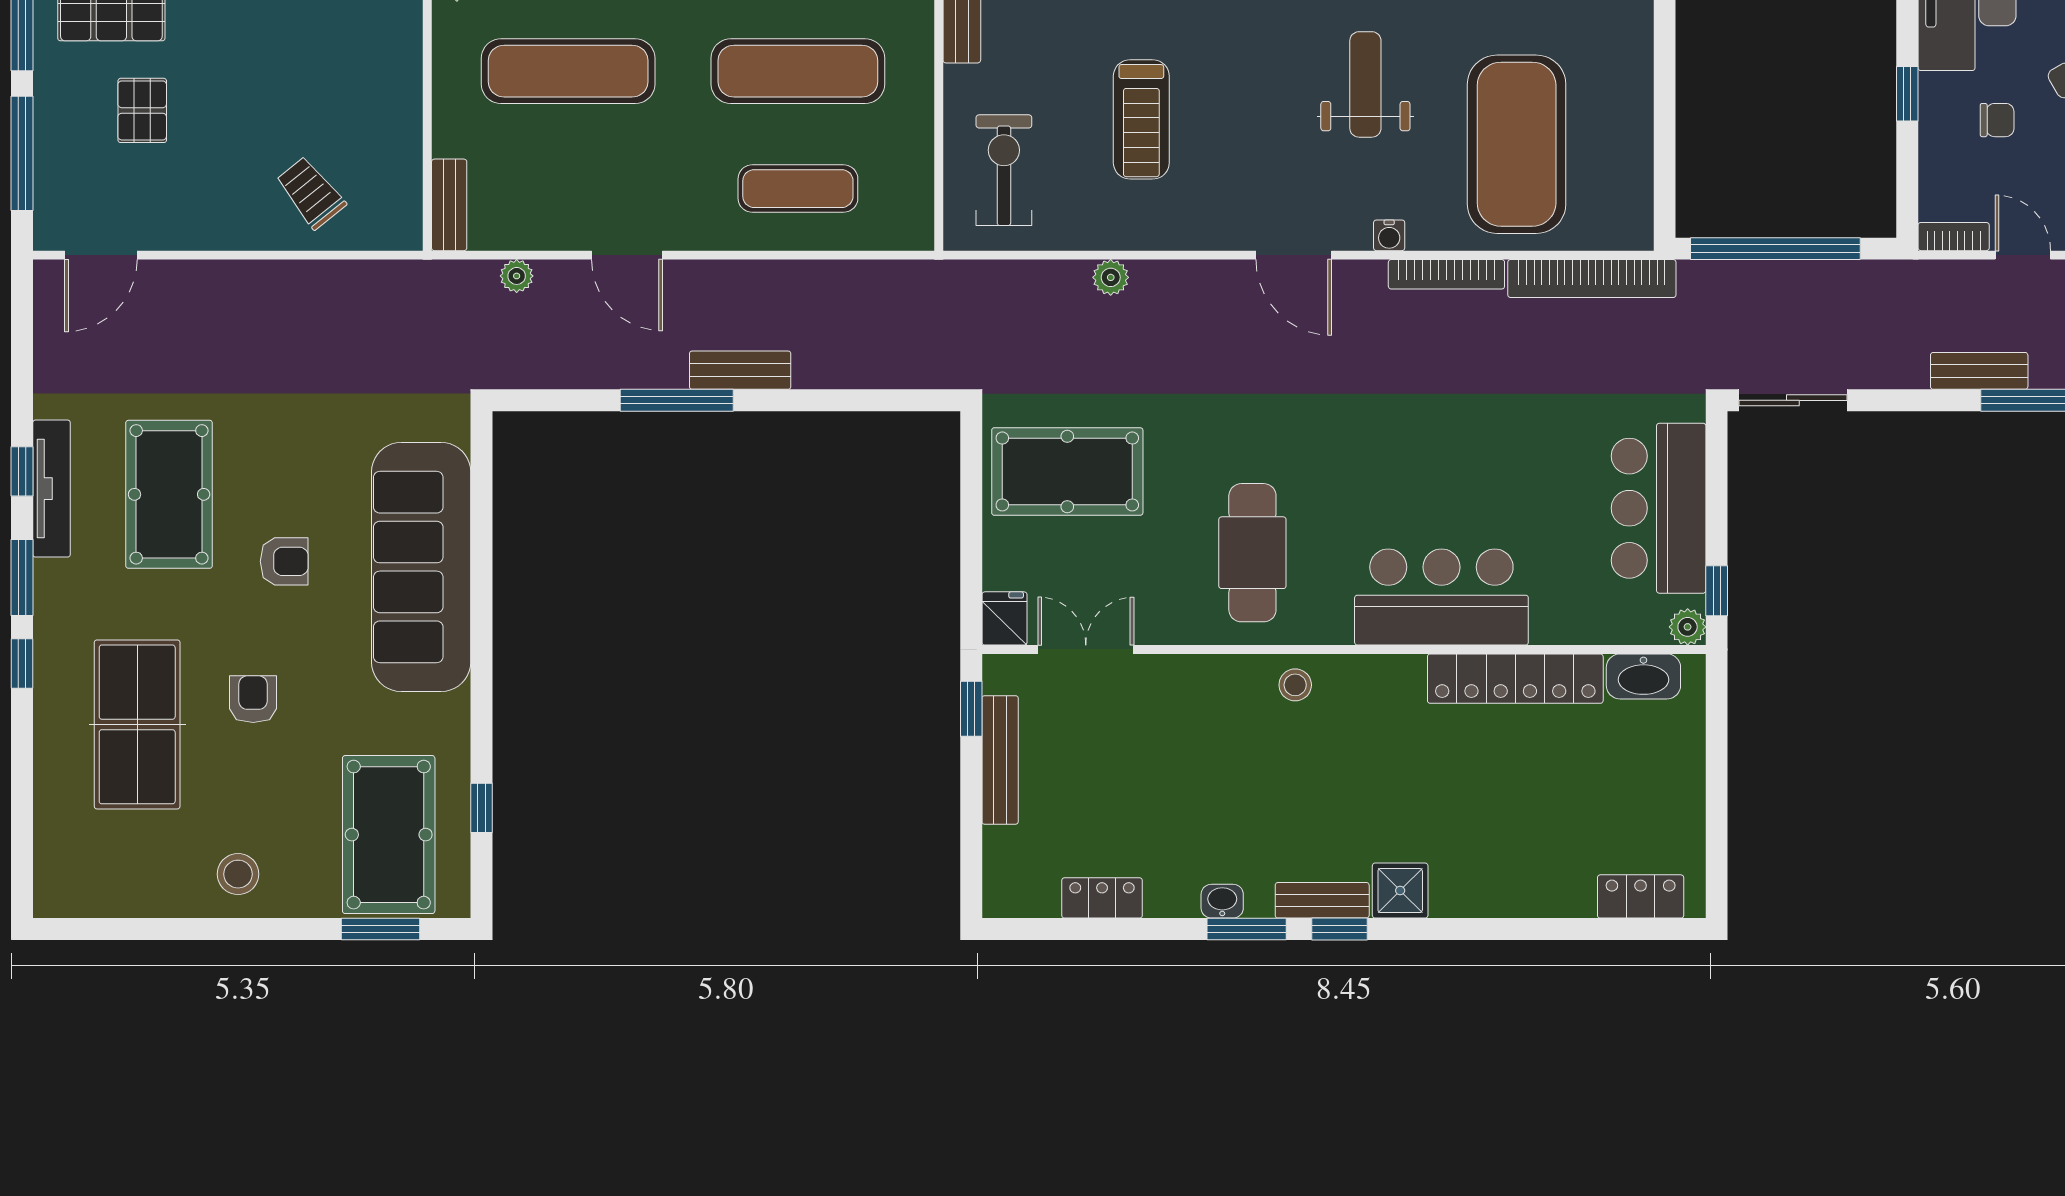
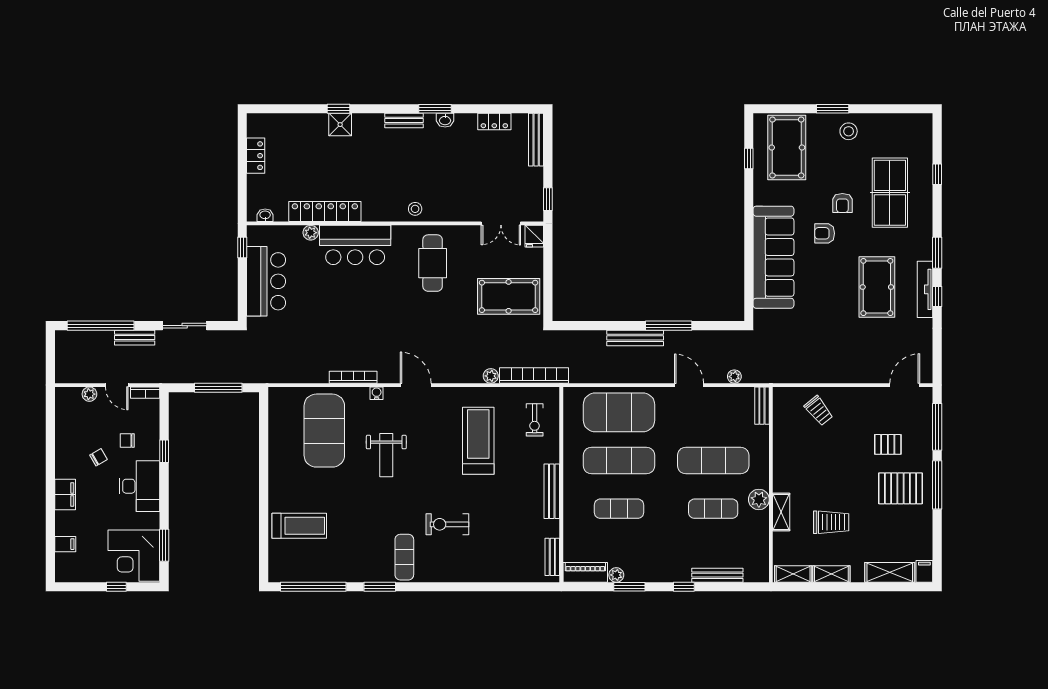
pallet: (142, 110) -> (888, 444), turned 90
treadmill: (1141, 119) -> (478, 441), width x1.37, depth x1.38
exercise bike: (1004, 170) -> (535, 420), width x0.73, depth x0.72
exercise mat: (798, 189) -> (619, 412), width x2.00, depth x1.45
window: (1775, 249) -> (218, 388), width x0.68
bookcase: (1592, 279) -> (534, 375), moved
bench: (740, 370) -> (635, 338), width x1.36
sliding door: (1793, 400) -> (185, 326), moved
armchair: (284, 561) -> (825, 233), moved
plant: (1688, 627) -> (311, 233), moved
window: (22, 663) -> (937, 174), moved
washbasin: (1643, 676) -> (265, 215), width x0.52, depth x0.69
bench: (1000, 760) -> (536, 140), moved
shower: (1400, 891) -> (340, 125), moved
locker: (1641, 896) -> (256, 156), moved, turned -90
window: (380, 929) -> (833, 109), moved
window: (1339, 929) -> (338, 109), moved

